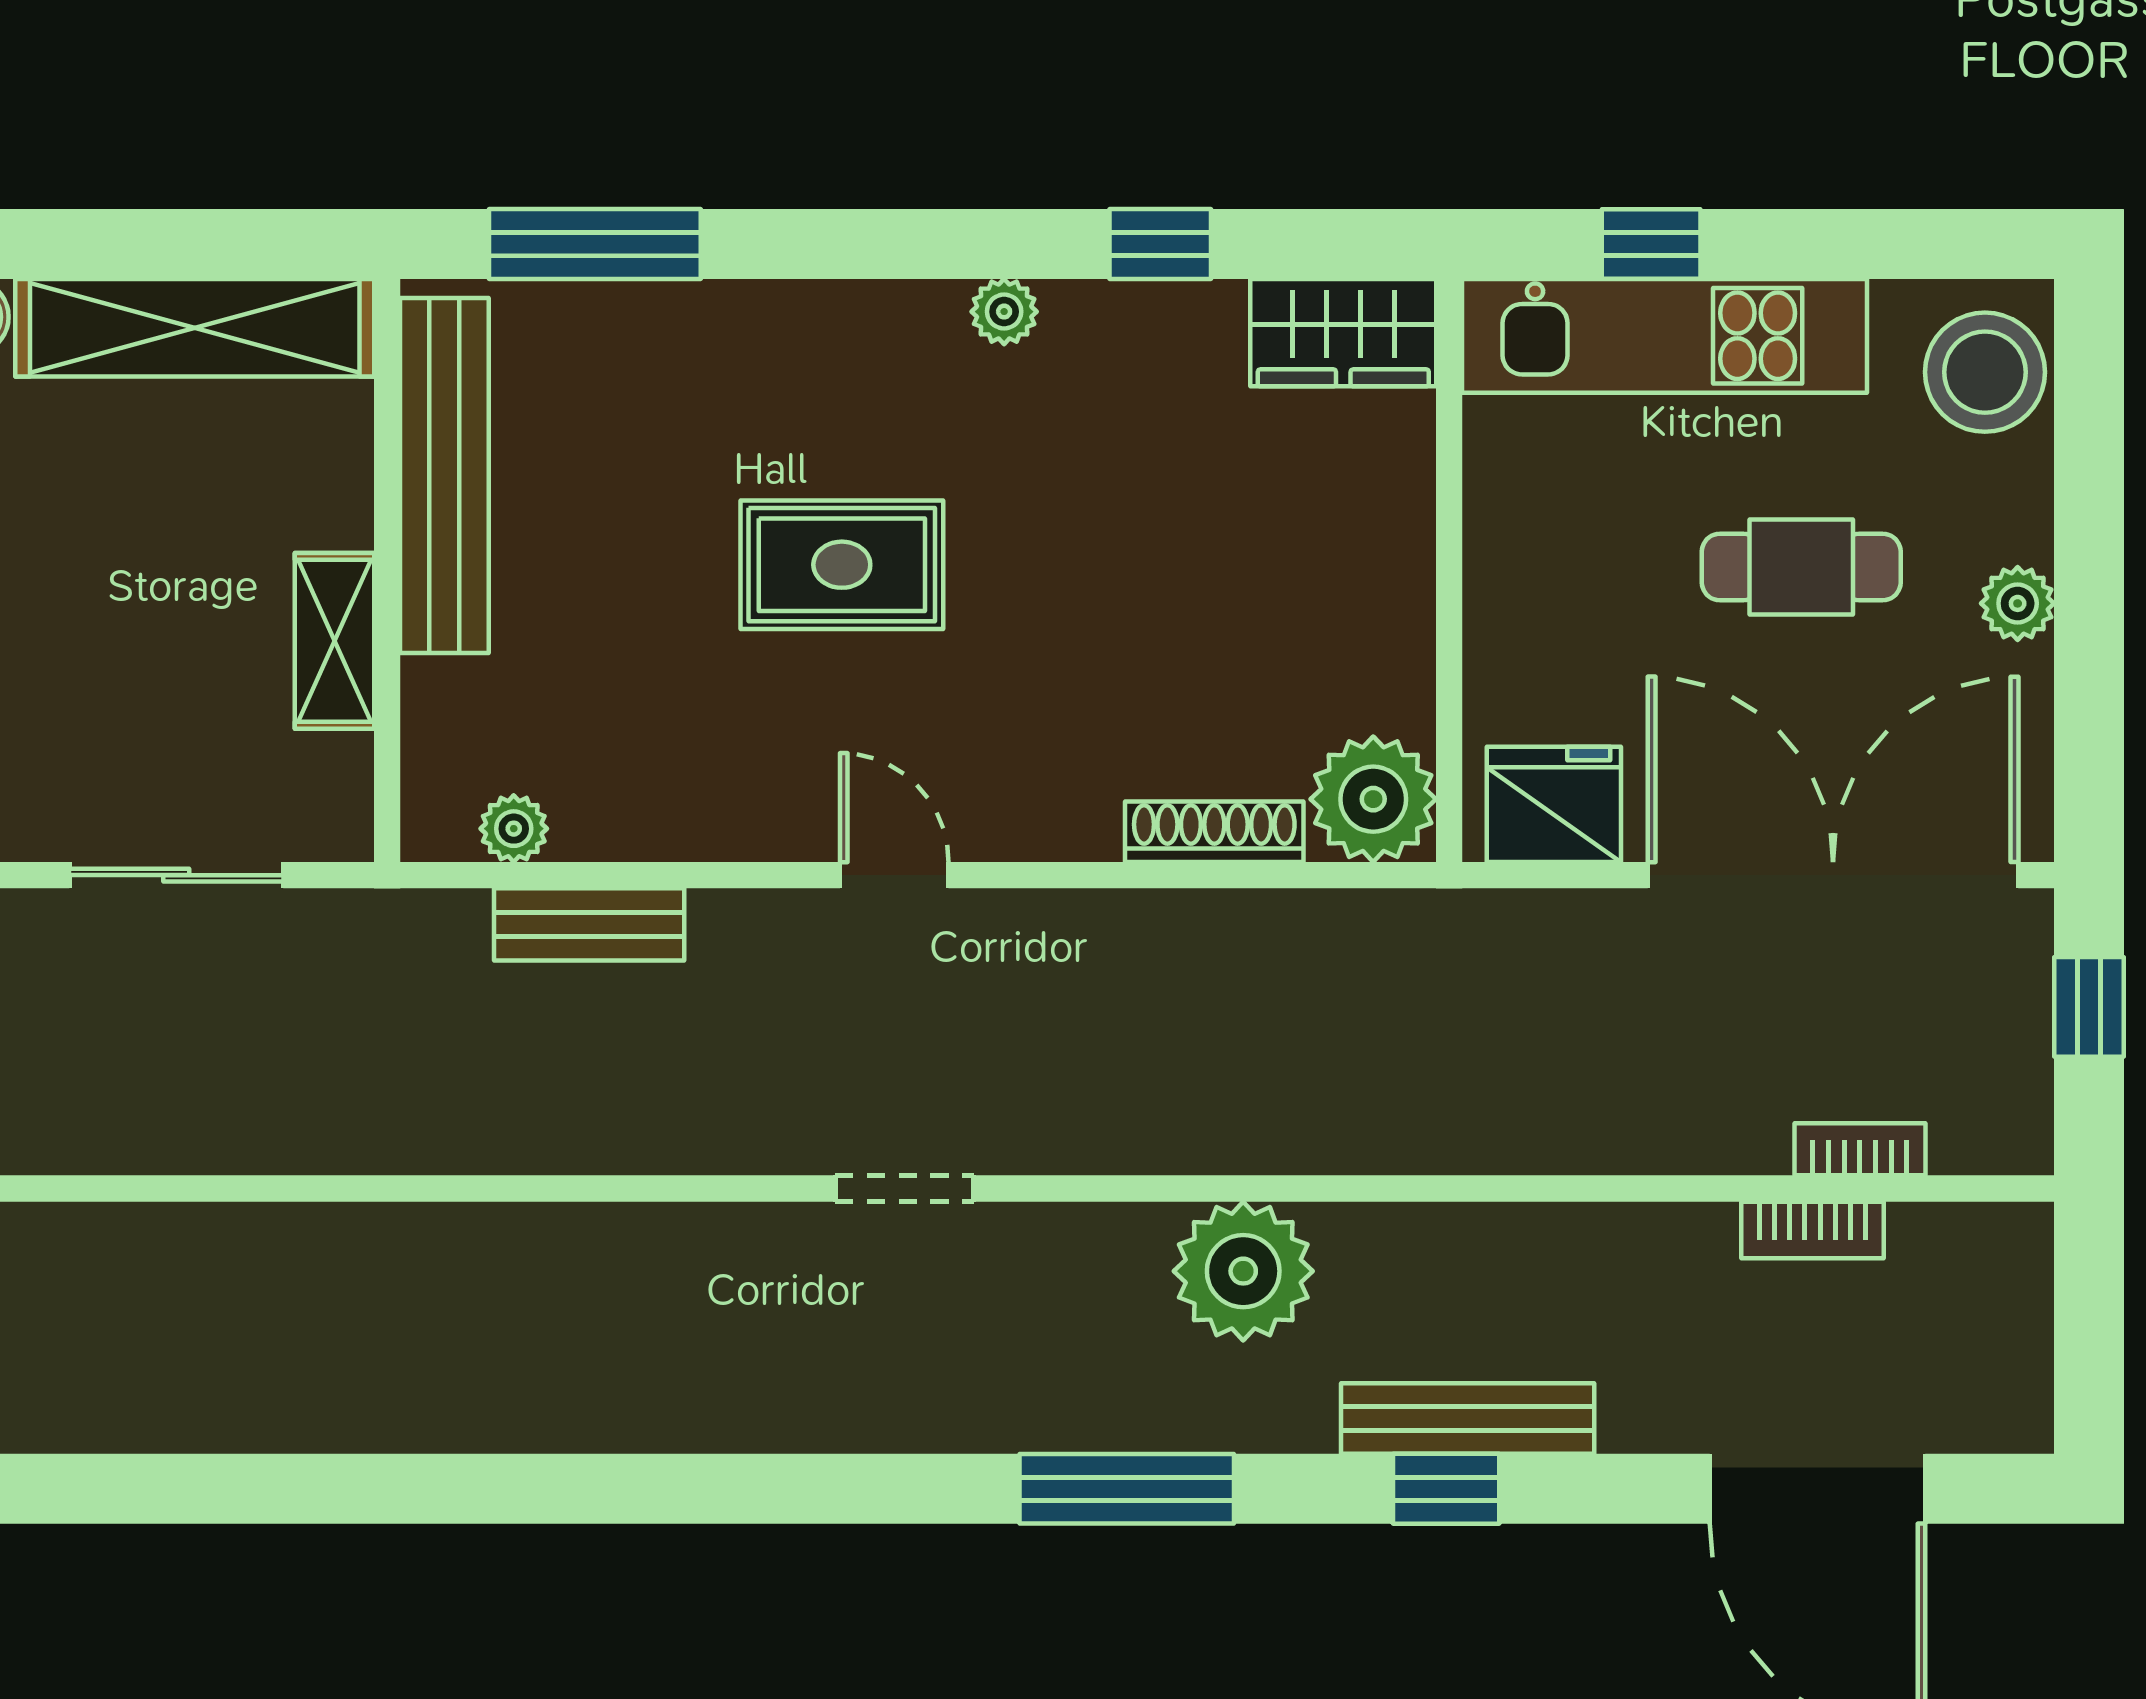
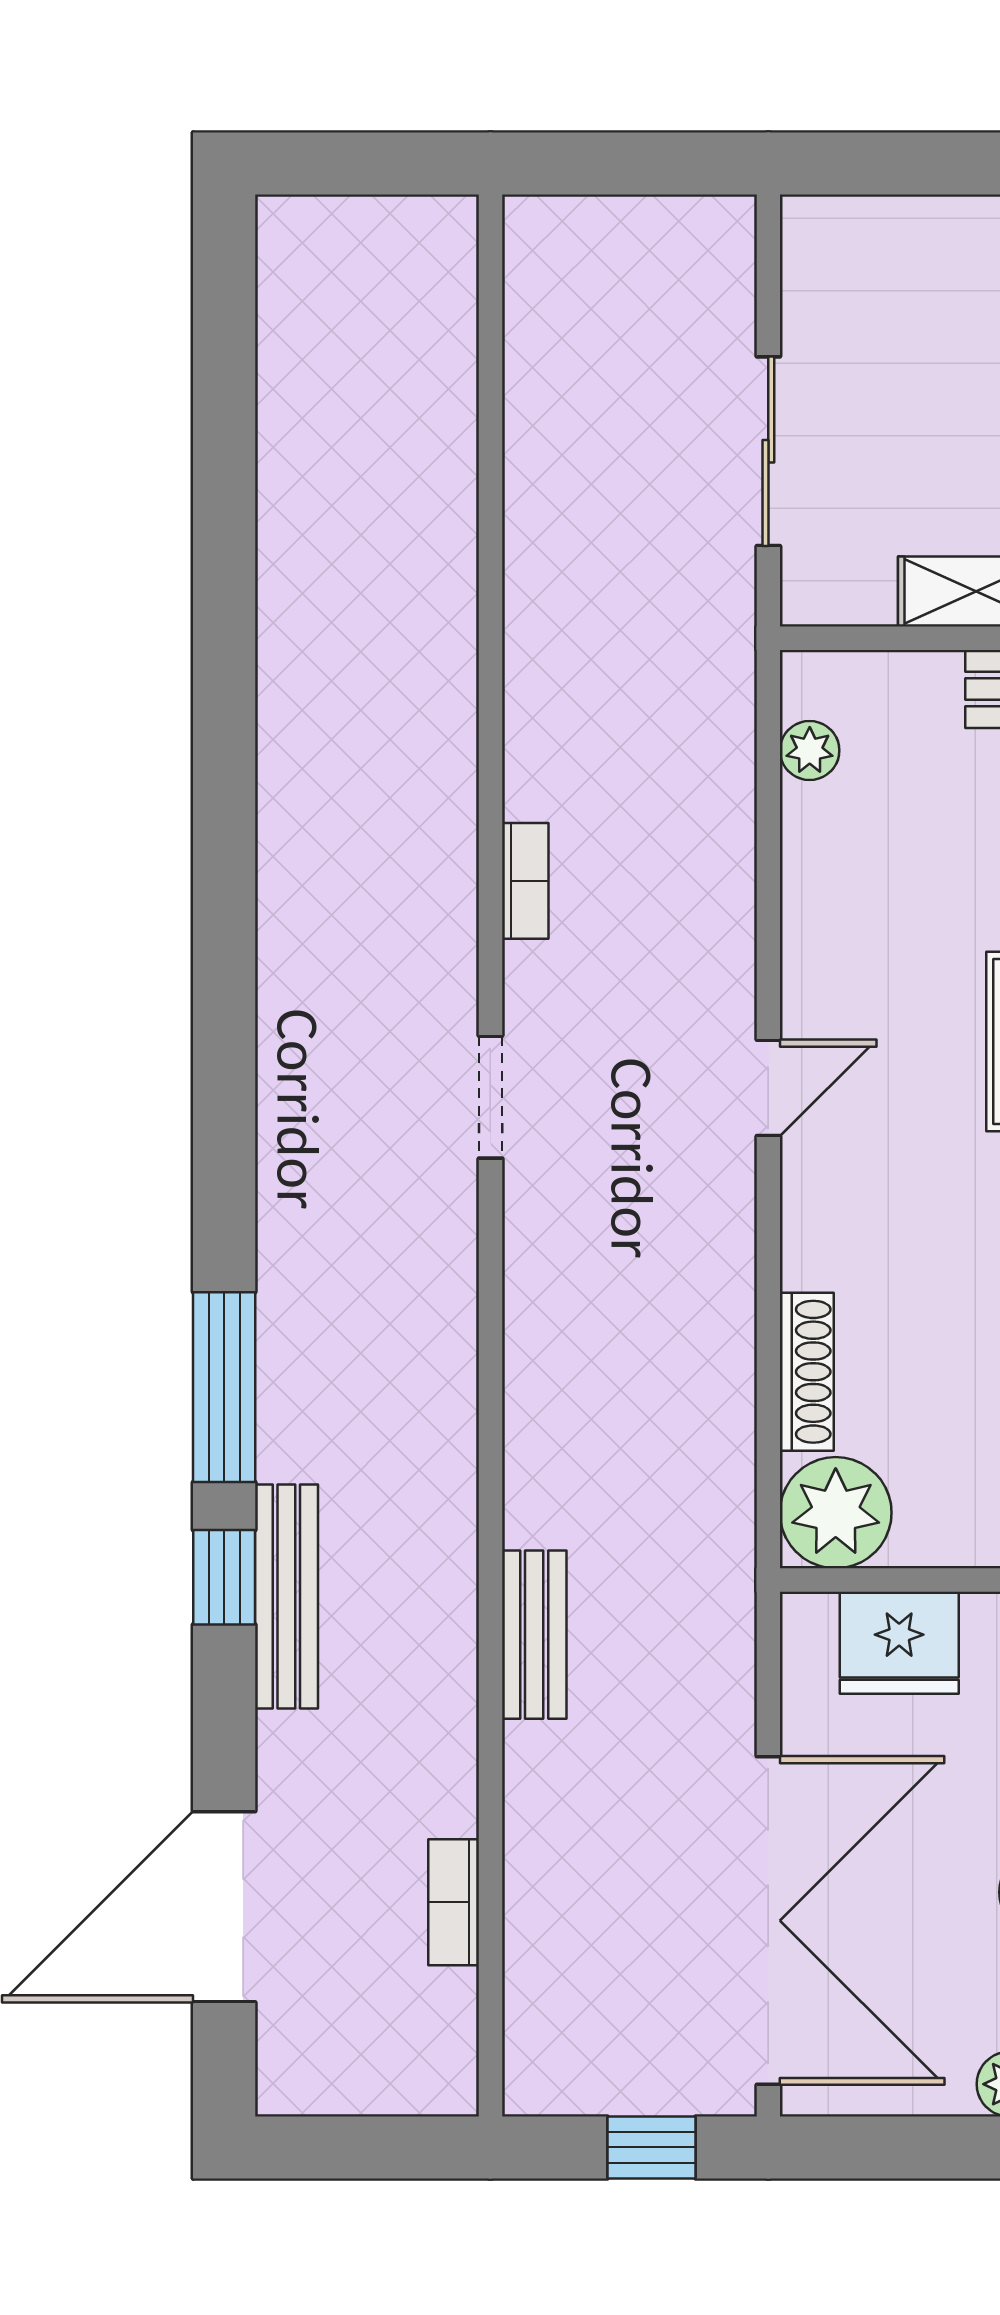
fridge: (1554, 804) -> (899, 1643), moved, turned 90
bench: (589, 924) -> (534, 1635), moved
bookcase: (1860, 1149) -> (525, 881), moved
plant: (1243, 1271) -> (417, 1397), removed
window: (1127, 1489) -> (224, 1387), moved

